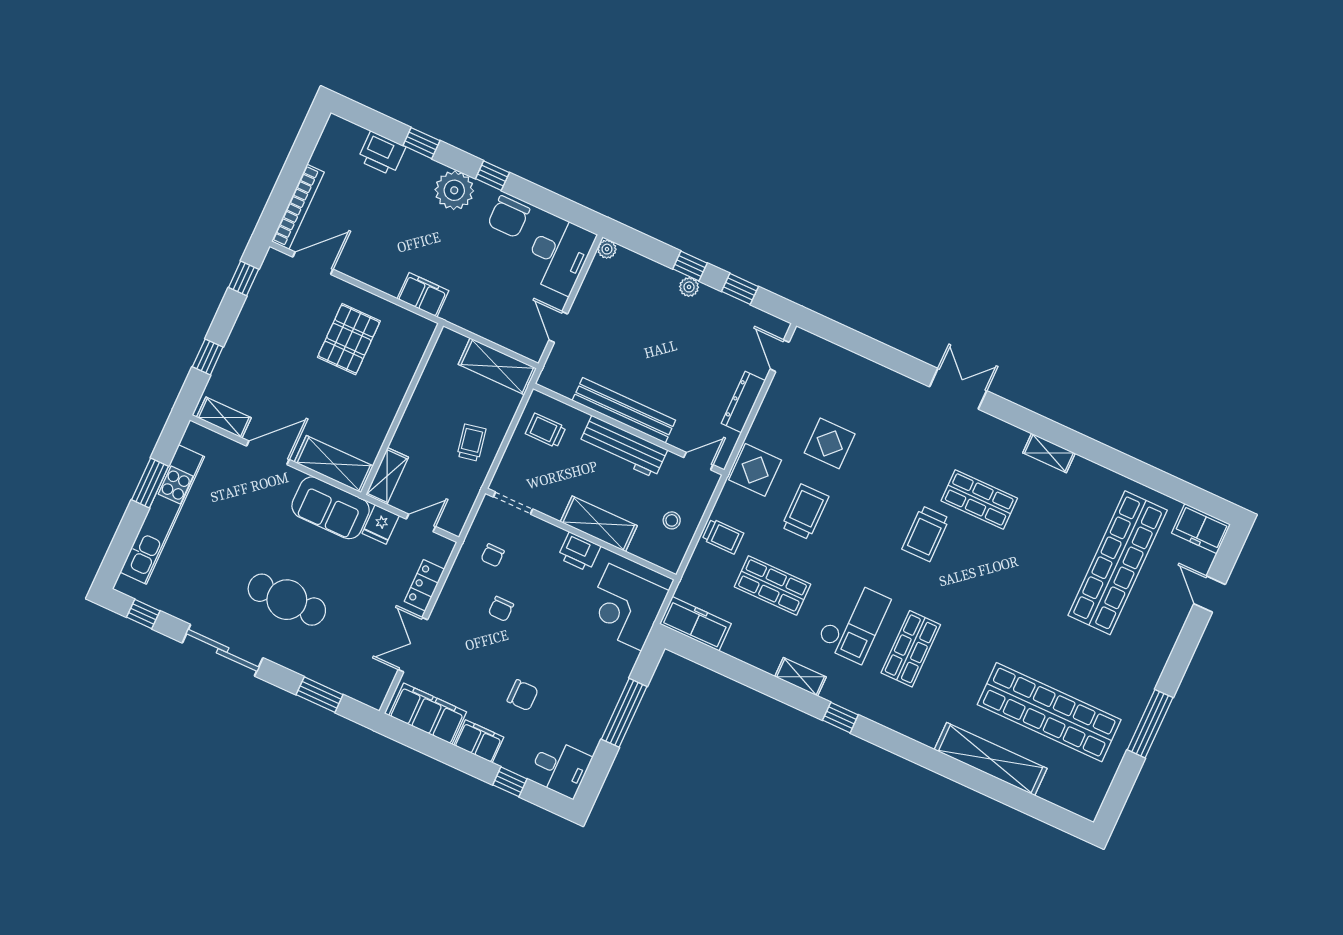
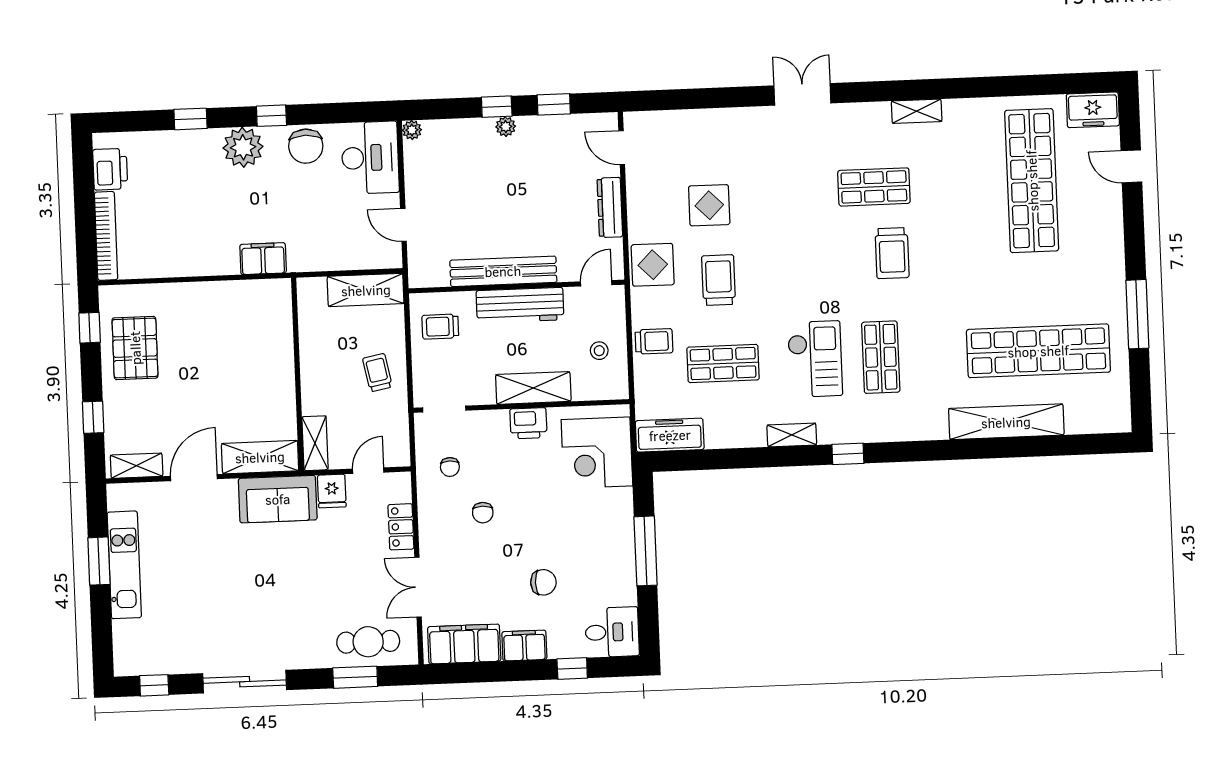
printer: (382, 153) -> (110, 169), moved, turned -90
door: (313, 263) -> (146, 281), removed
pallet: (349, 339) -> (135, 348), moved
kitchen unit: (162, 514) -> (124, 565), width x0.73
trolley: (926, 534) -> (892, 253), moved
cafe table: (287, 600) -> (368, 642), moved, width x0.73, depth x0.74

